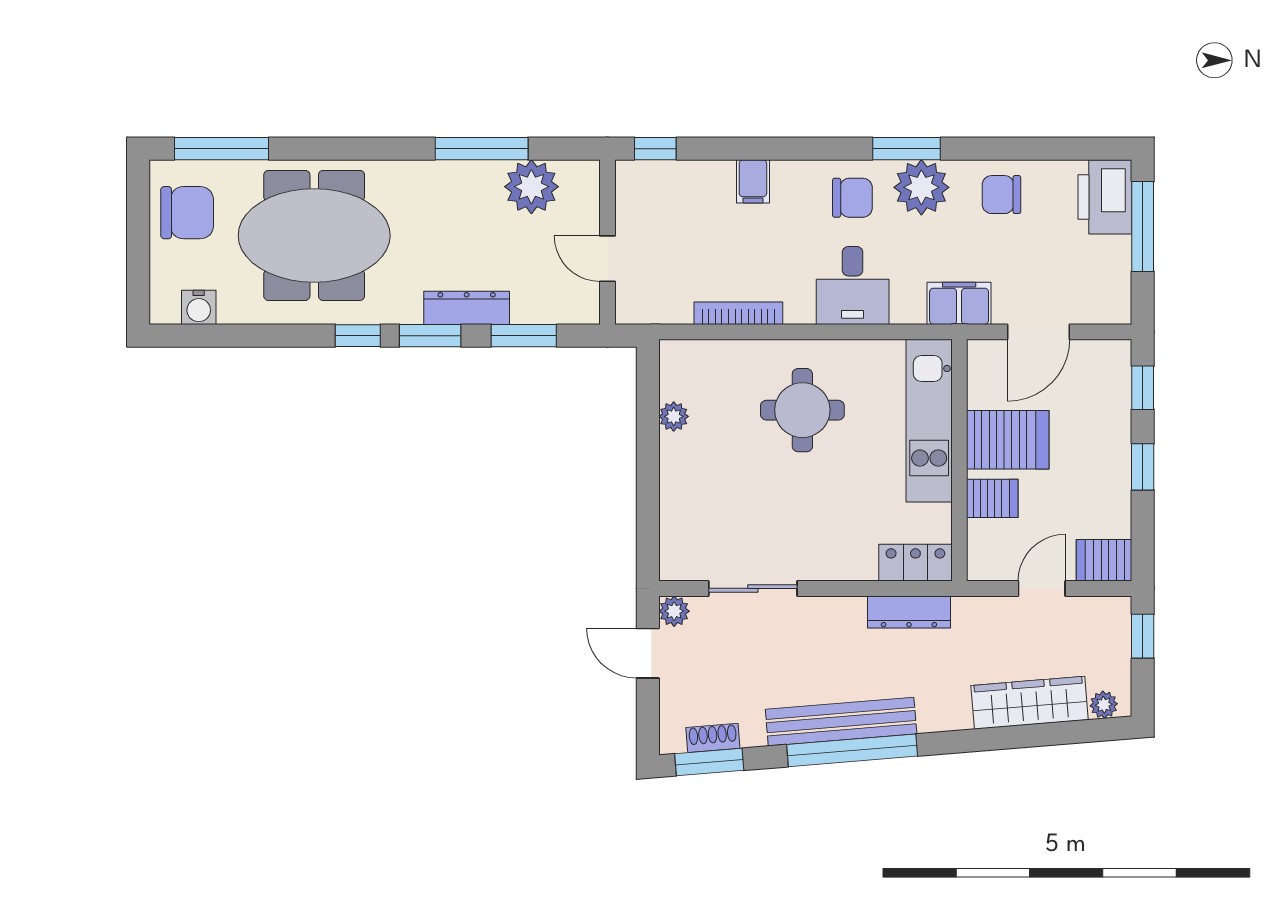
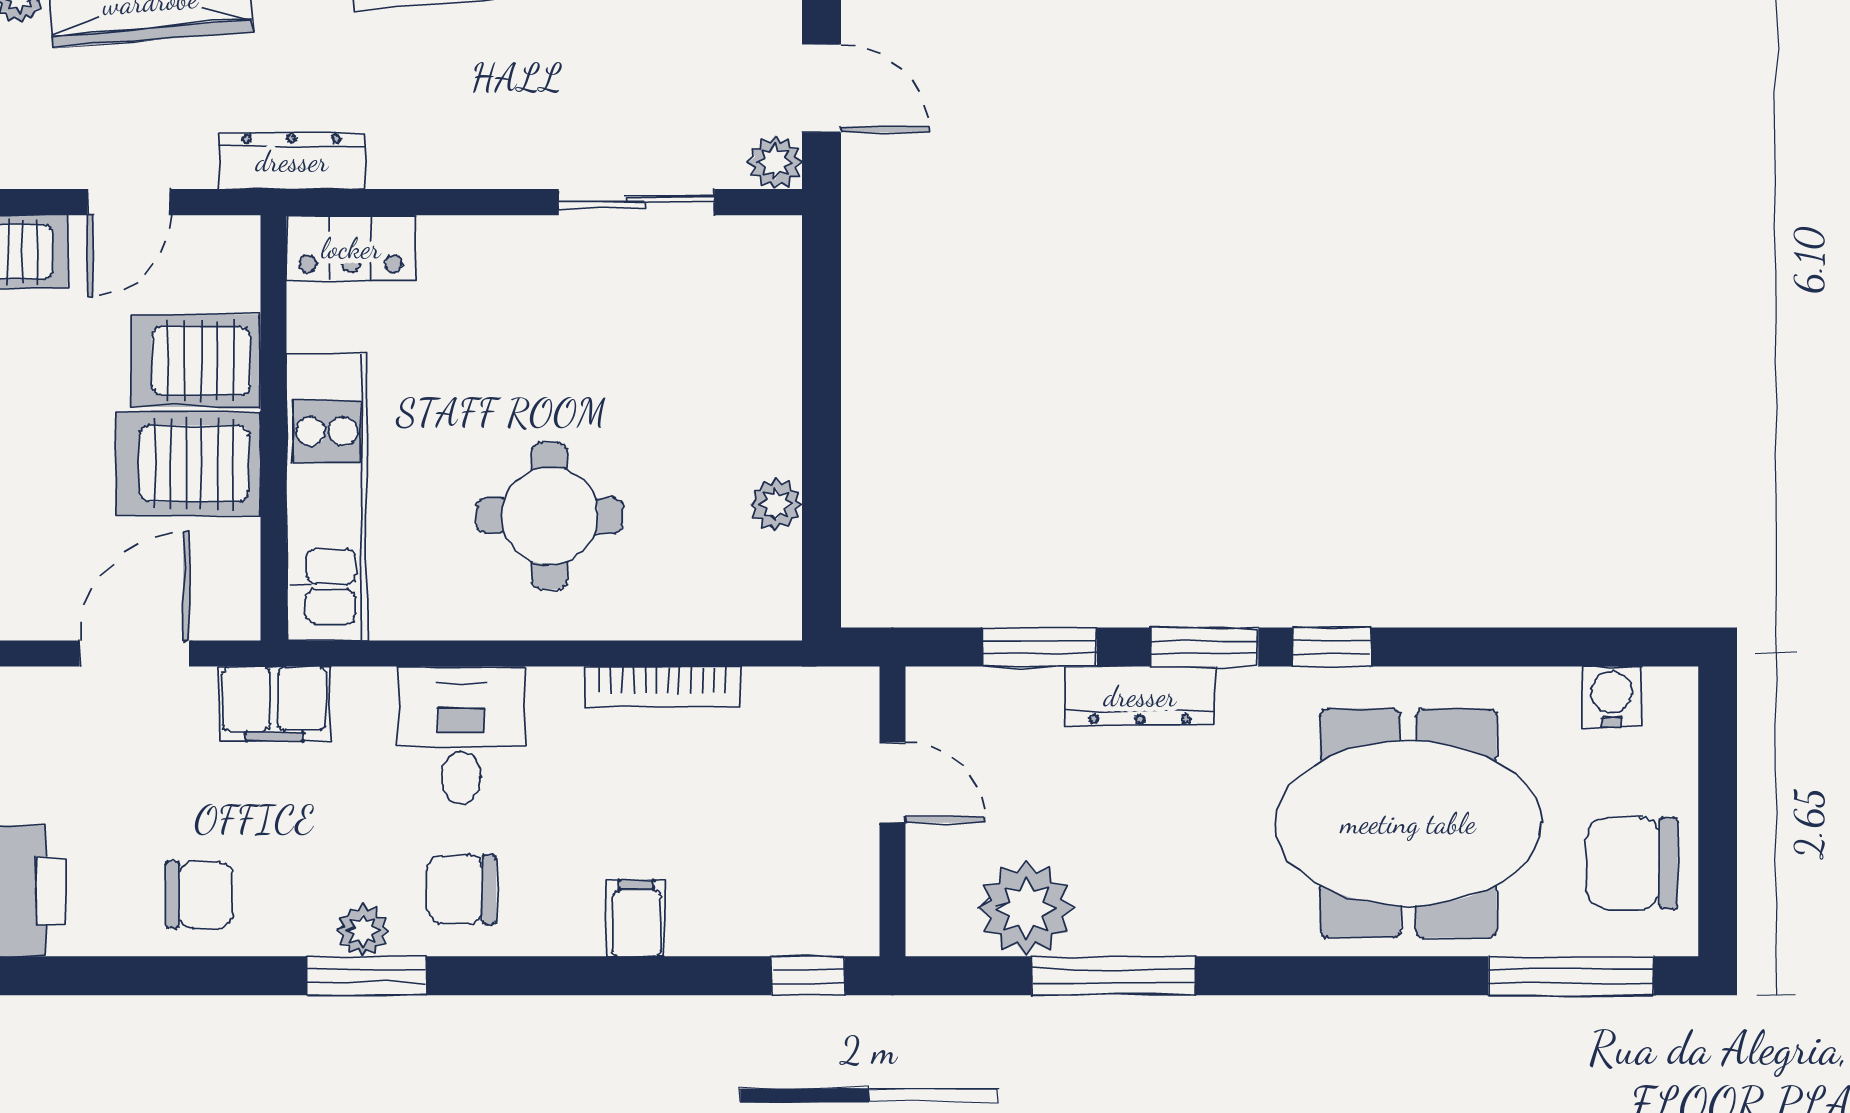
plant: (921, 187) -> (363, 930), width x0.53, depth x0.53
server rack: (992, 498) -> (196, 361), width x1.36, depth x1.44
dresser: (909, 612) -> (292, 161), moved

